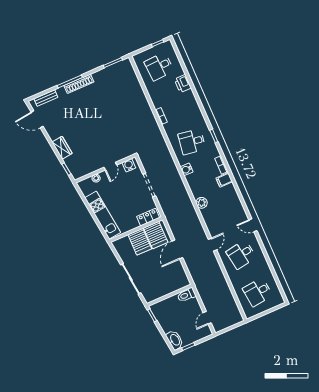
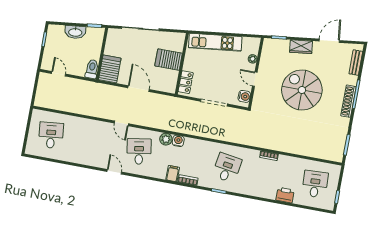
door: (37, 119) -> (329, 41), moved
spiral stairs: (94, 125) -> (302, 90), added
water cooler: (186, 169) -> (178, 141), moved
door: (253, 225) -> (114, 172), hinge flipped
server rack: (156, 235) -> (110, 69), moved, turned 90
desk: (241, 254) -> (139, 151), moved
washbasin: (175, 340) -> (75, 32), moved

